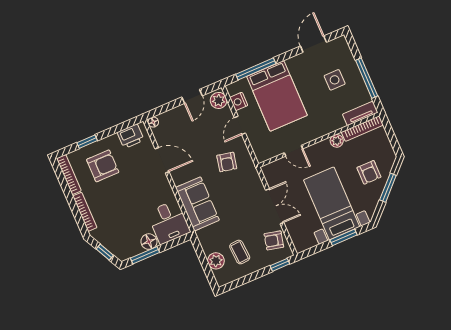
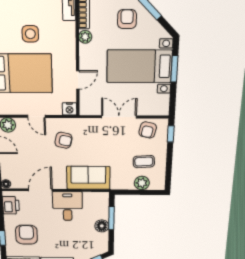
side table: (335, 80) -> (30, 34), moved
nightstand: (239, 101) -> (70, 109), moved
armchair: (369, 172) -> (127, 19), turned -90
desk: (169, 222) -> (67, 206), moved, turned -90
window: (145, 255) -> (111, 218), moved

